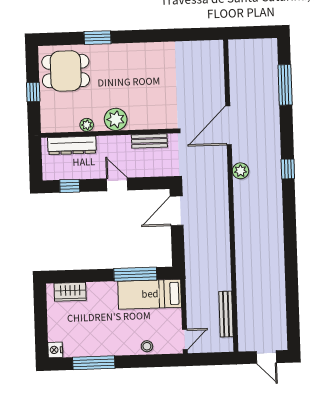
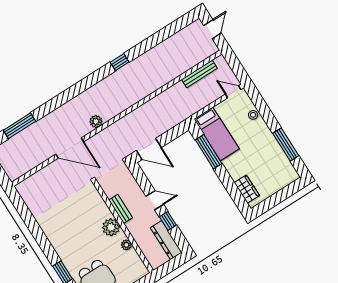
bench: (149, 141) -> (121, 209), moved
dresser: (72, 145) -> (166, 240), moved, turned 180
window: (288, 169) -> (120, 62), moved
door: (117, 184) -> (155, 200), swing flipped
window: (70, 186) -> (168, 221), moved
nightstand: (55, 350) -> (292, 176), removed

